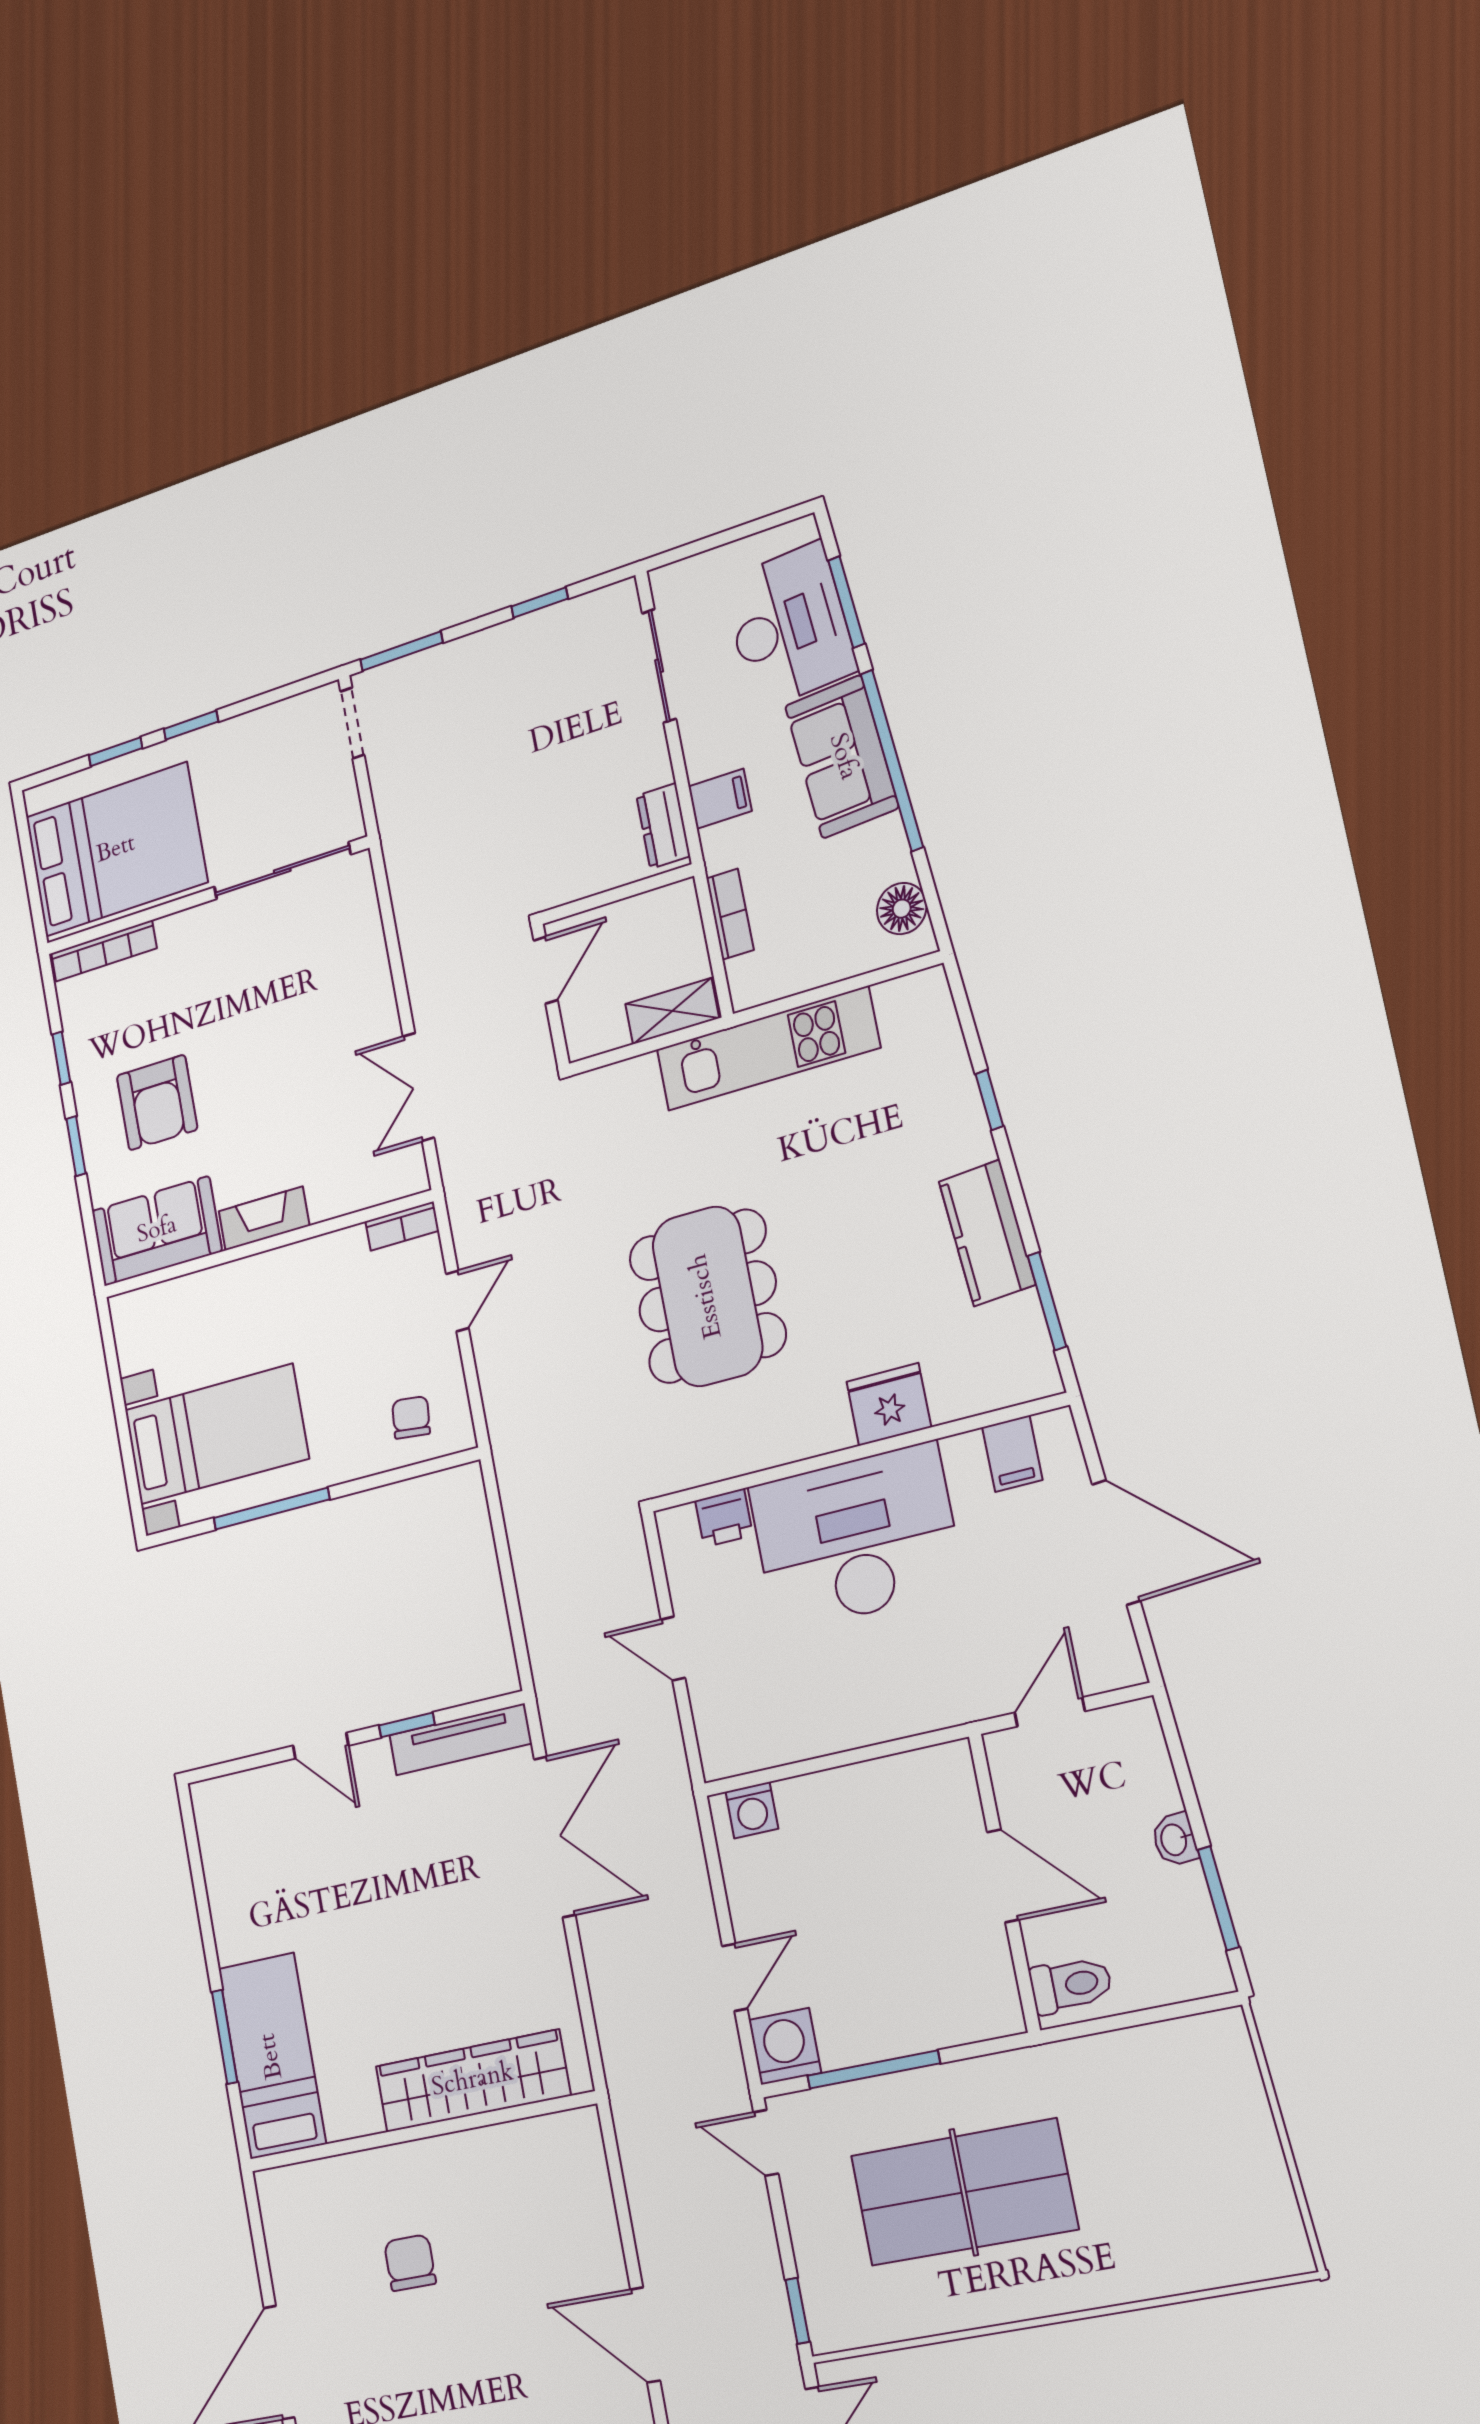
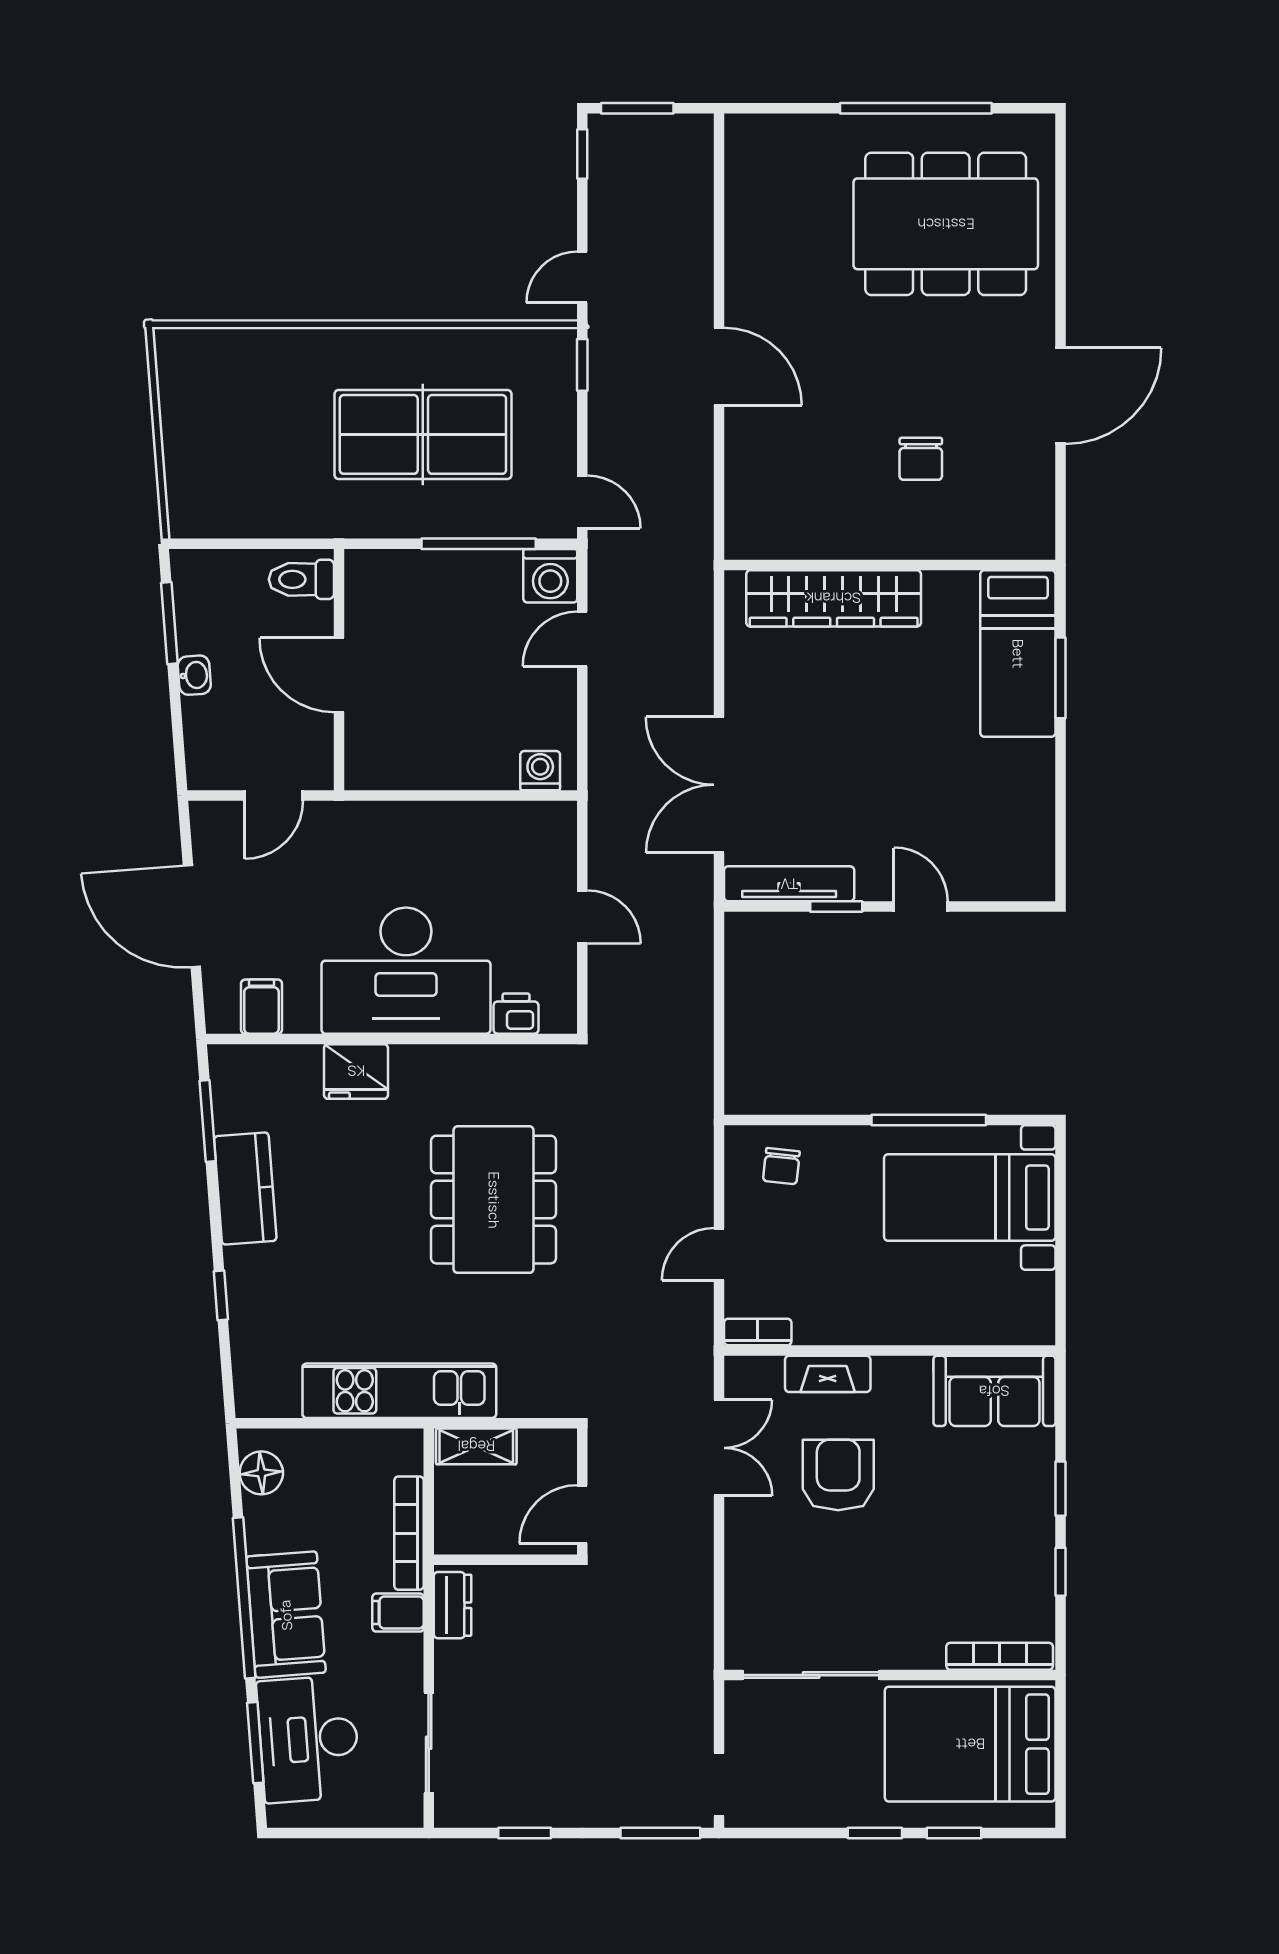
bookcase: (730, 914) -> (409, 1533), width x1.56
armchair: (157, 1103) -> (838, 1475), moved
fireplace: (264, 1218) -> (828, 1374), moved

